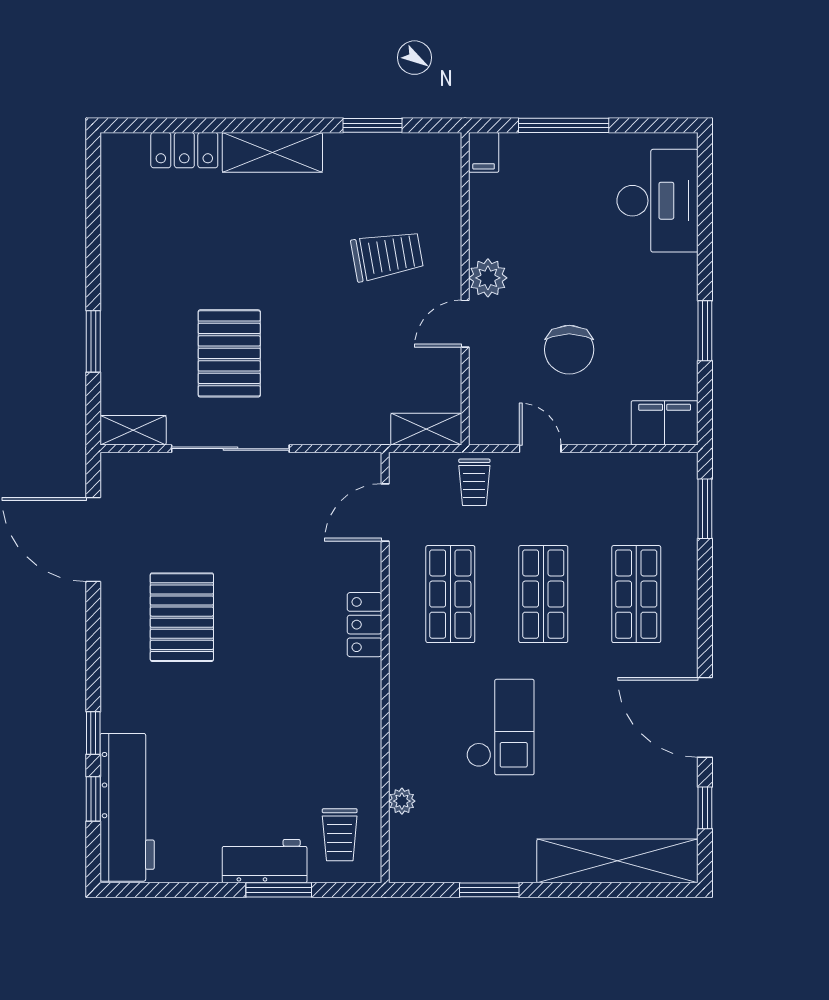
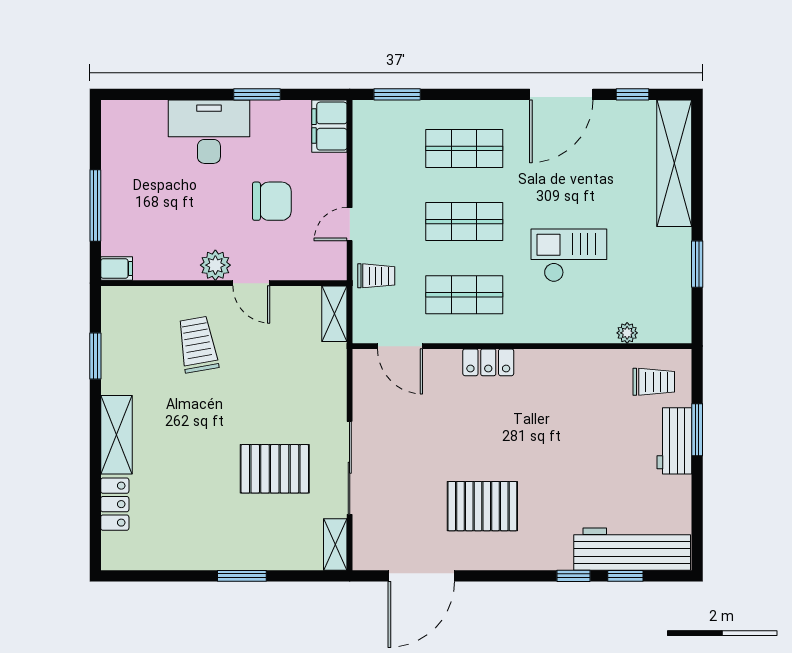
desk: (657, 201) -> (209, 132), moved
window: (93, 341) -> (242, 576), moved

